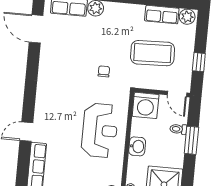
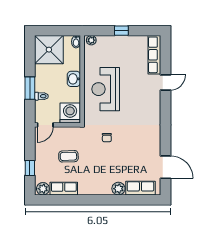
coffee table: (153, 53) -> (68, 156), width x0.54, depth x0.58
window: (199, 62) -> (30, 168), moved
door: (177, 94) -> (45, 125), swing flipped

